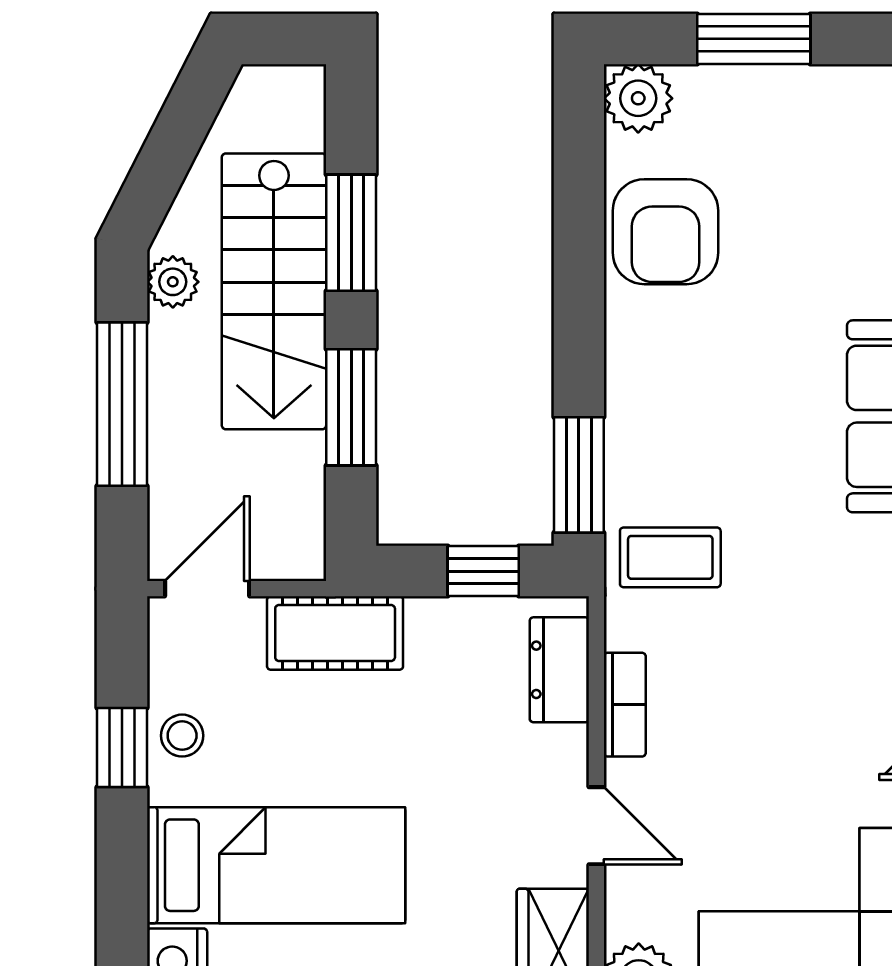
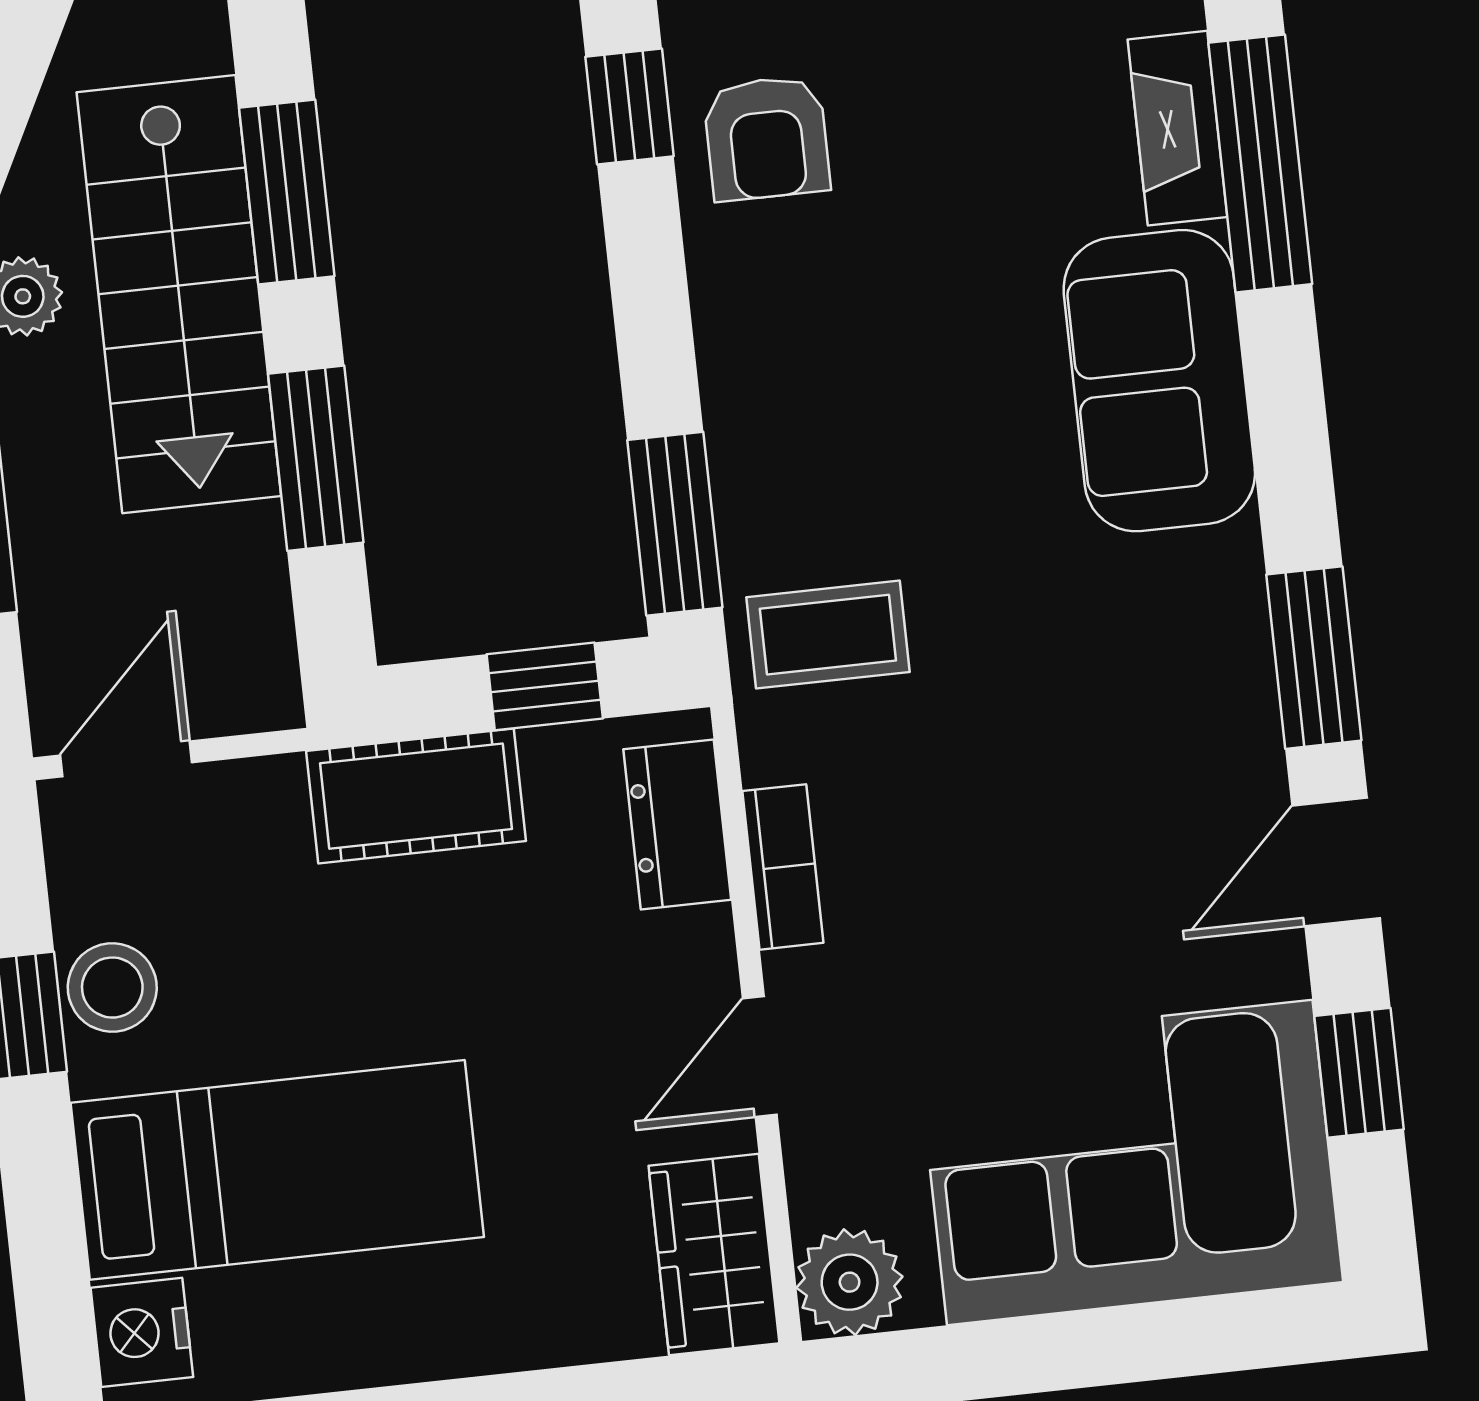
window: (579, 202) -> (629, 107), added
armchair: (665, 232) -> (767, 138), width x0.72, depth x0.72
cot: (335, 633) -> (416, 796), moved
stool: (182, 736) -> (112, 988), width x1.37, depth x1.37
door: (596, 826) -> (760, 1057), swing flipped

